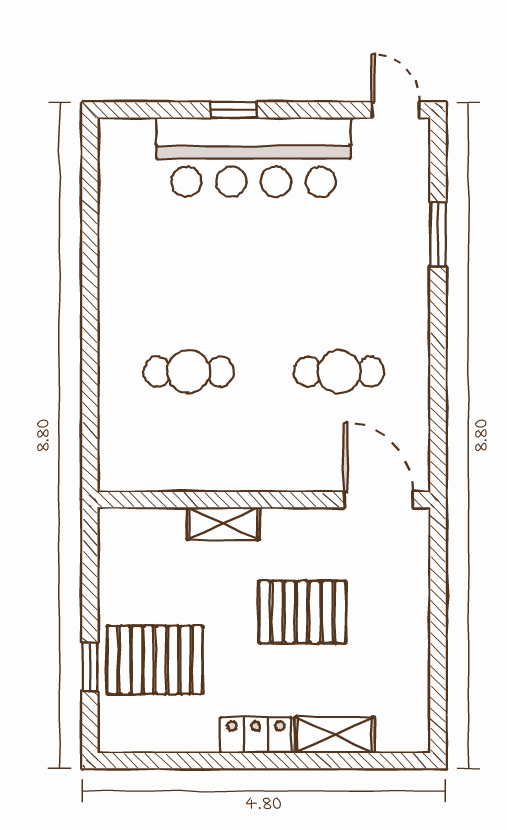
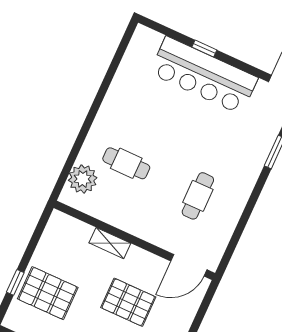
cafe table: (339, 372) -> (198, 196), turned 90
plant: (125, 434) -> (83, 179), added
door: (379, 500) -> (189, 265), swing flipped

